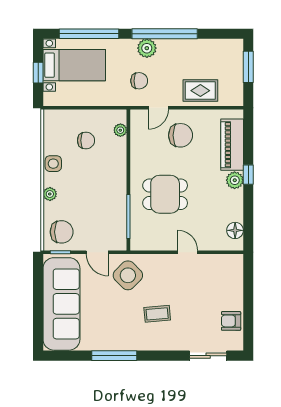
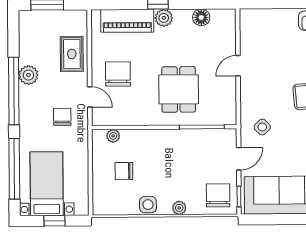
plant: (147, 48) -> (28, 75), moved
chair: (86, 140) -> (124, 171), turned -90
floor lamp: (235, 230) -> (201, 17), moved
side table: (128, 275) -> (262, 127), width x0.54, depth x0.54

